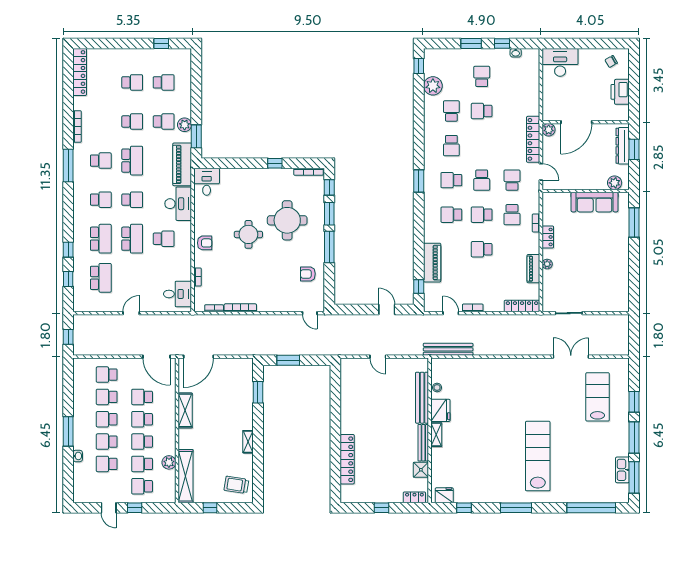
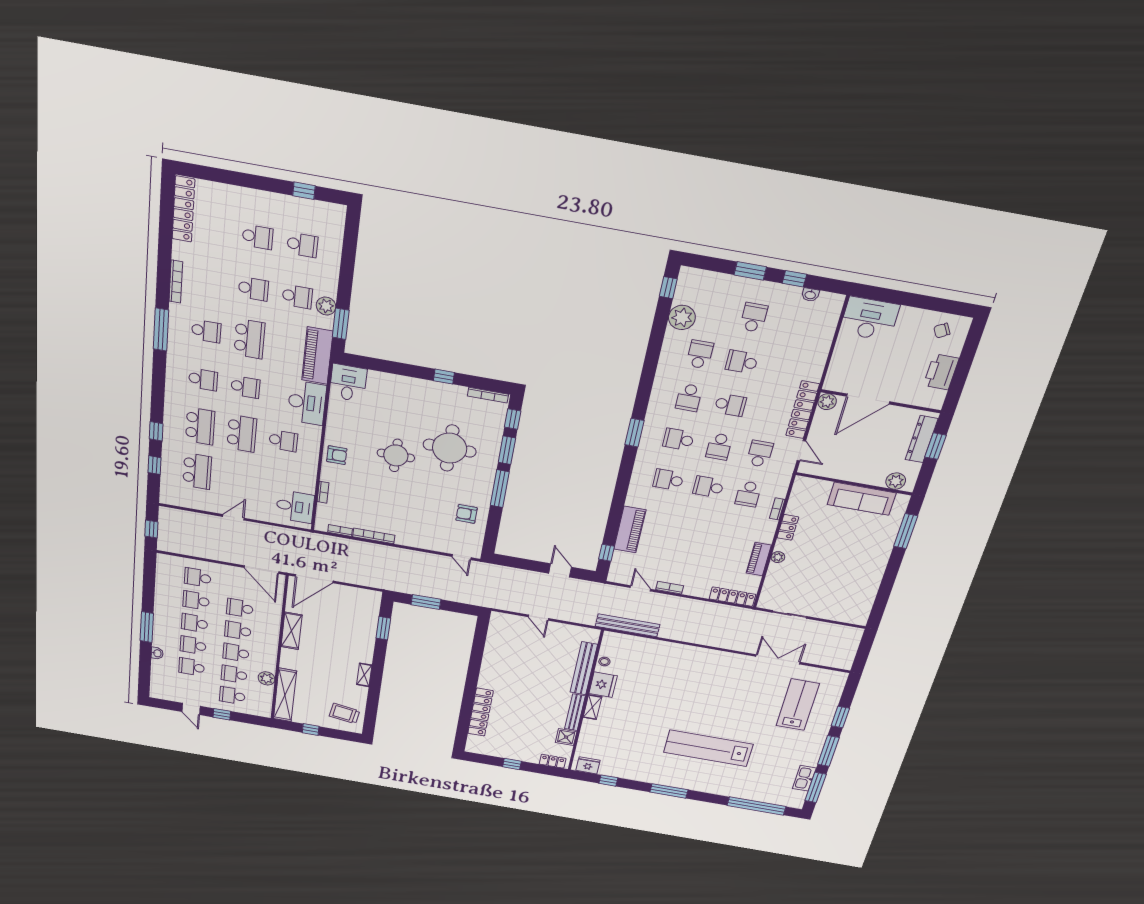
school desk: (482, 249) -> (730, 405), moved, turned 180
lab bench: (538, 456) -> (708, 748), turned -90

